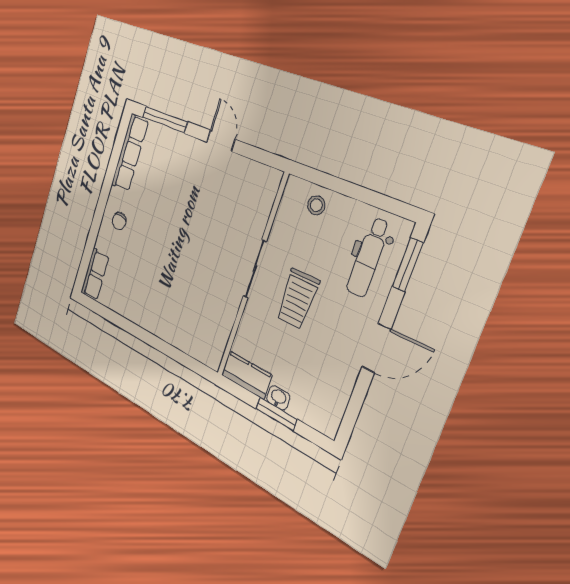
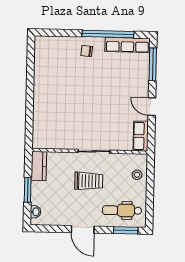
door: (221, 141) -> (152, 107), swing flipped
window: (109, 179) -> (108, 34), added
row of seats: (95, 274) -> (141, 136), moved, turned 90
trolley: (297, 299) -> (89, 181), turned 180
washbasin: (278, 398) -> (36, 212), moved

